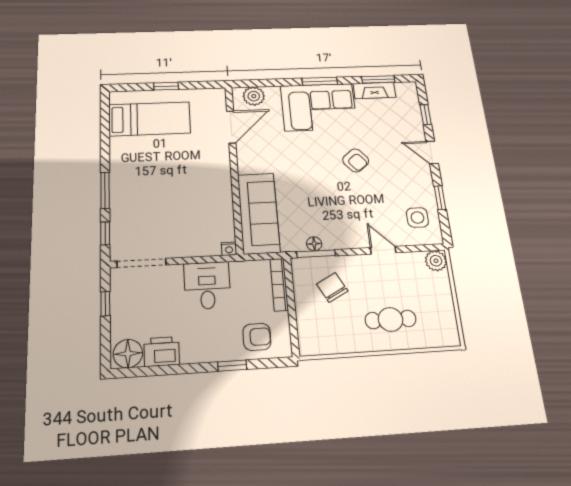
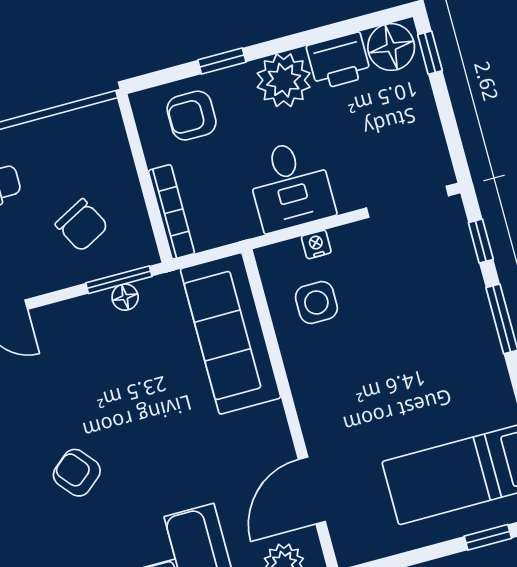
window: (166, 86) -> (488, 537), moved
side table: (207, 220) -> (316, 302), added
nightstand: (229, 249) -> (316, 244), moved
window: (105, 304) -> (430, 53), moved
plant: (197, 347) -> (284, 80), added

